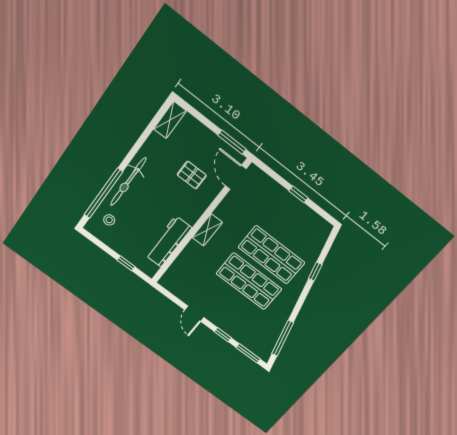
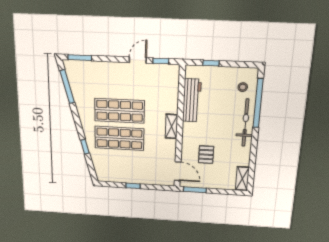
pallet: (192, 175) -> (206, 155), turned 90
door: (194, 314) -> (138, 60), hinge flipped
window: (223, 335) -> (161, 61), moved

